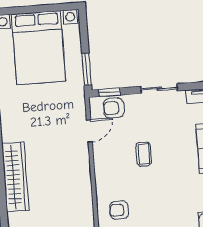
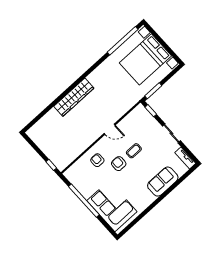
armchair: (114, 108) -> (119, 164), moved
door: (89, 131) -> (110, 129), moved

